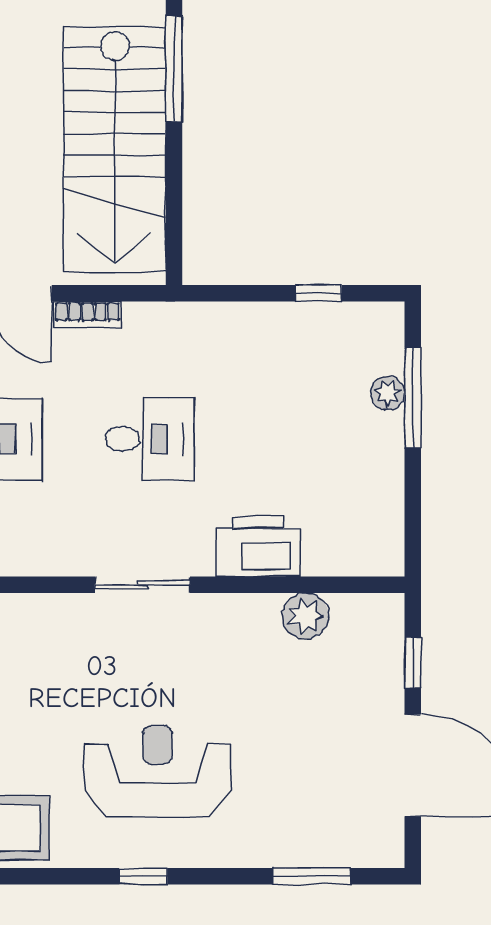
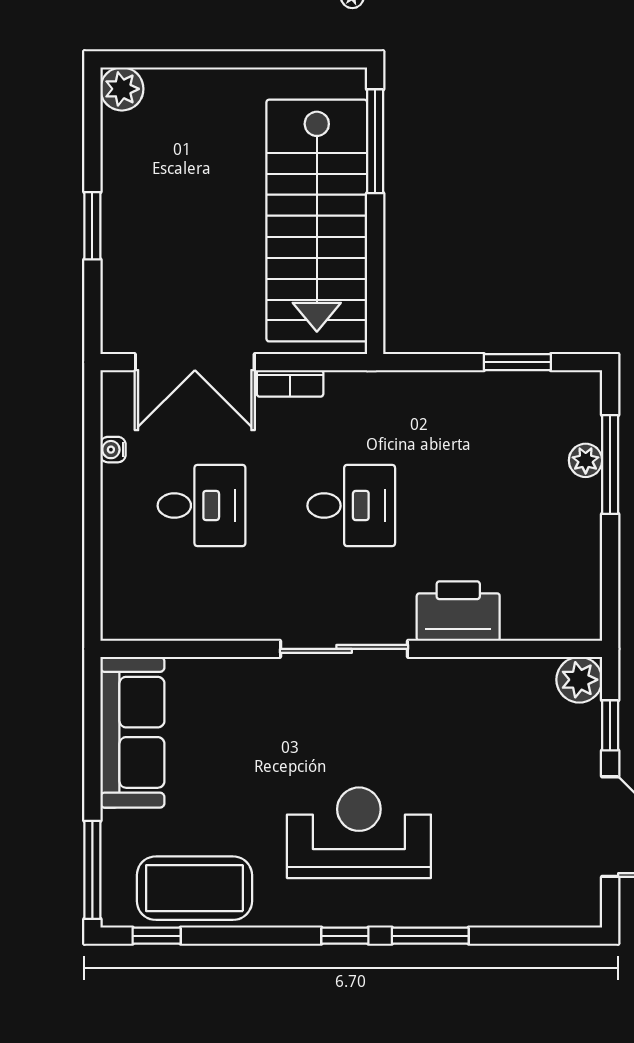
window: (319, 293) -> (517, 362), width x1.50
sliding door: (142, 585) -> (344, 649), width x1.37
plant: (306, 616) -> (579, 680), moved
window: (311, 876) -> (430, 936), moved

